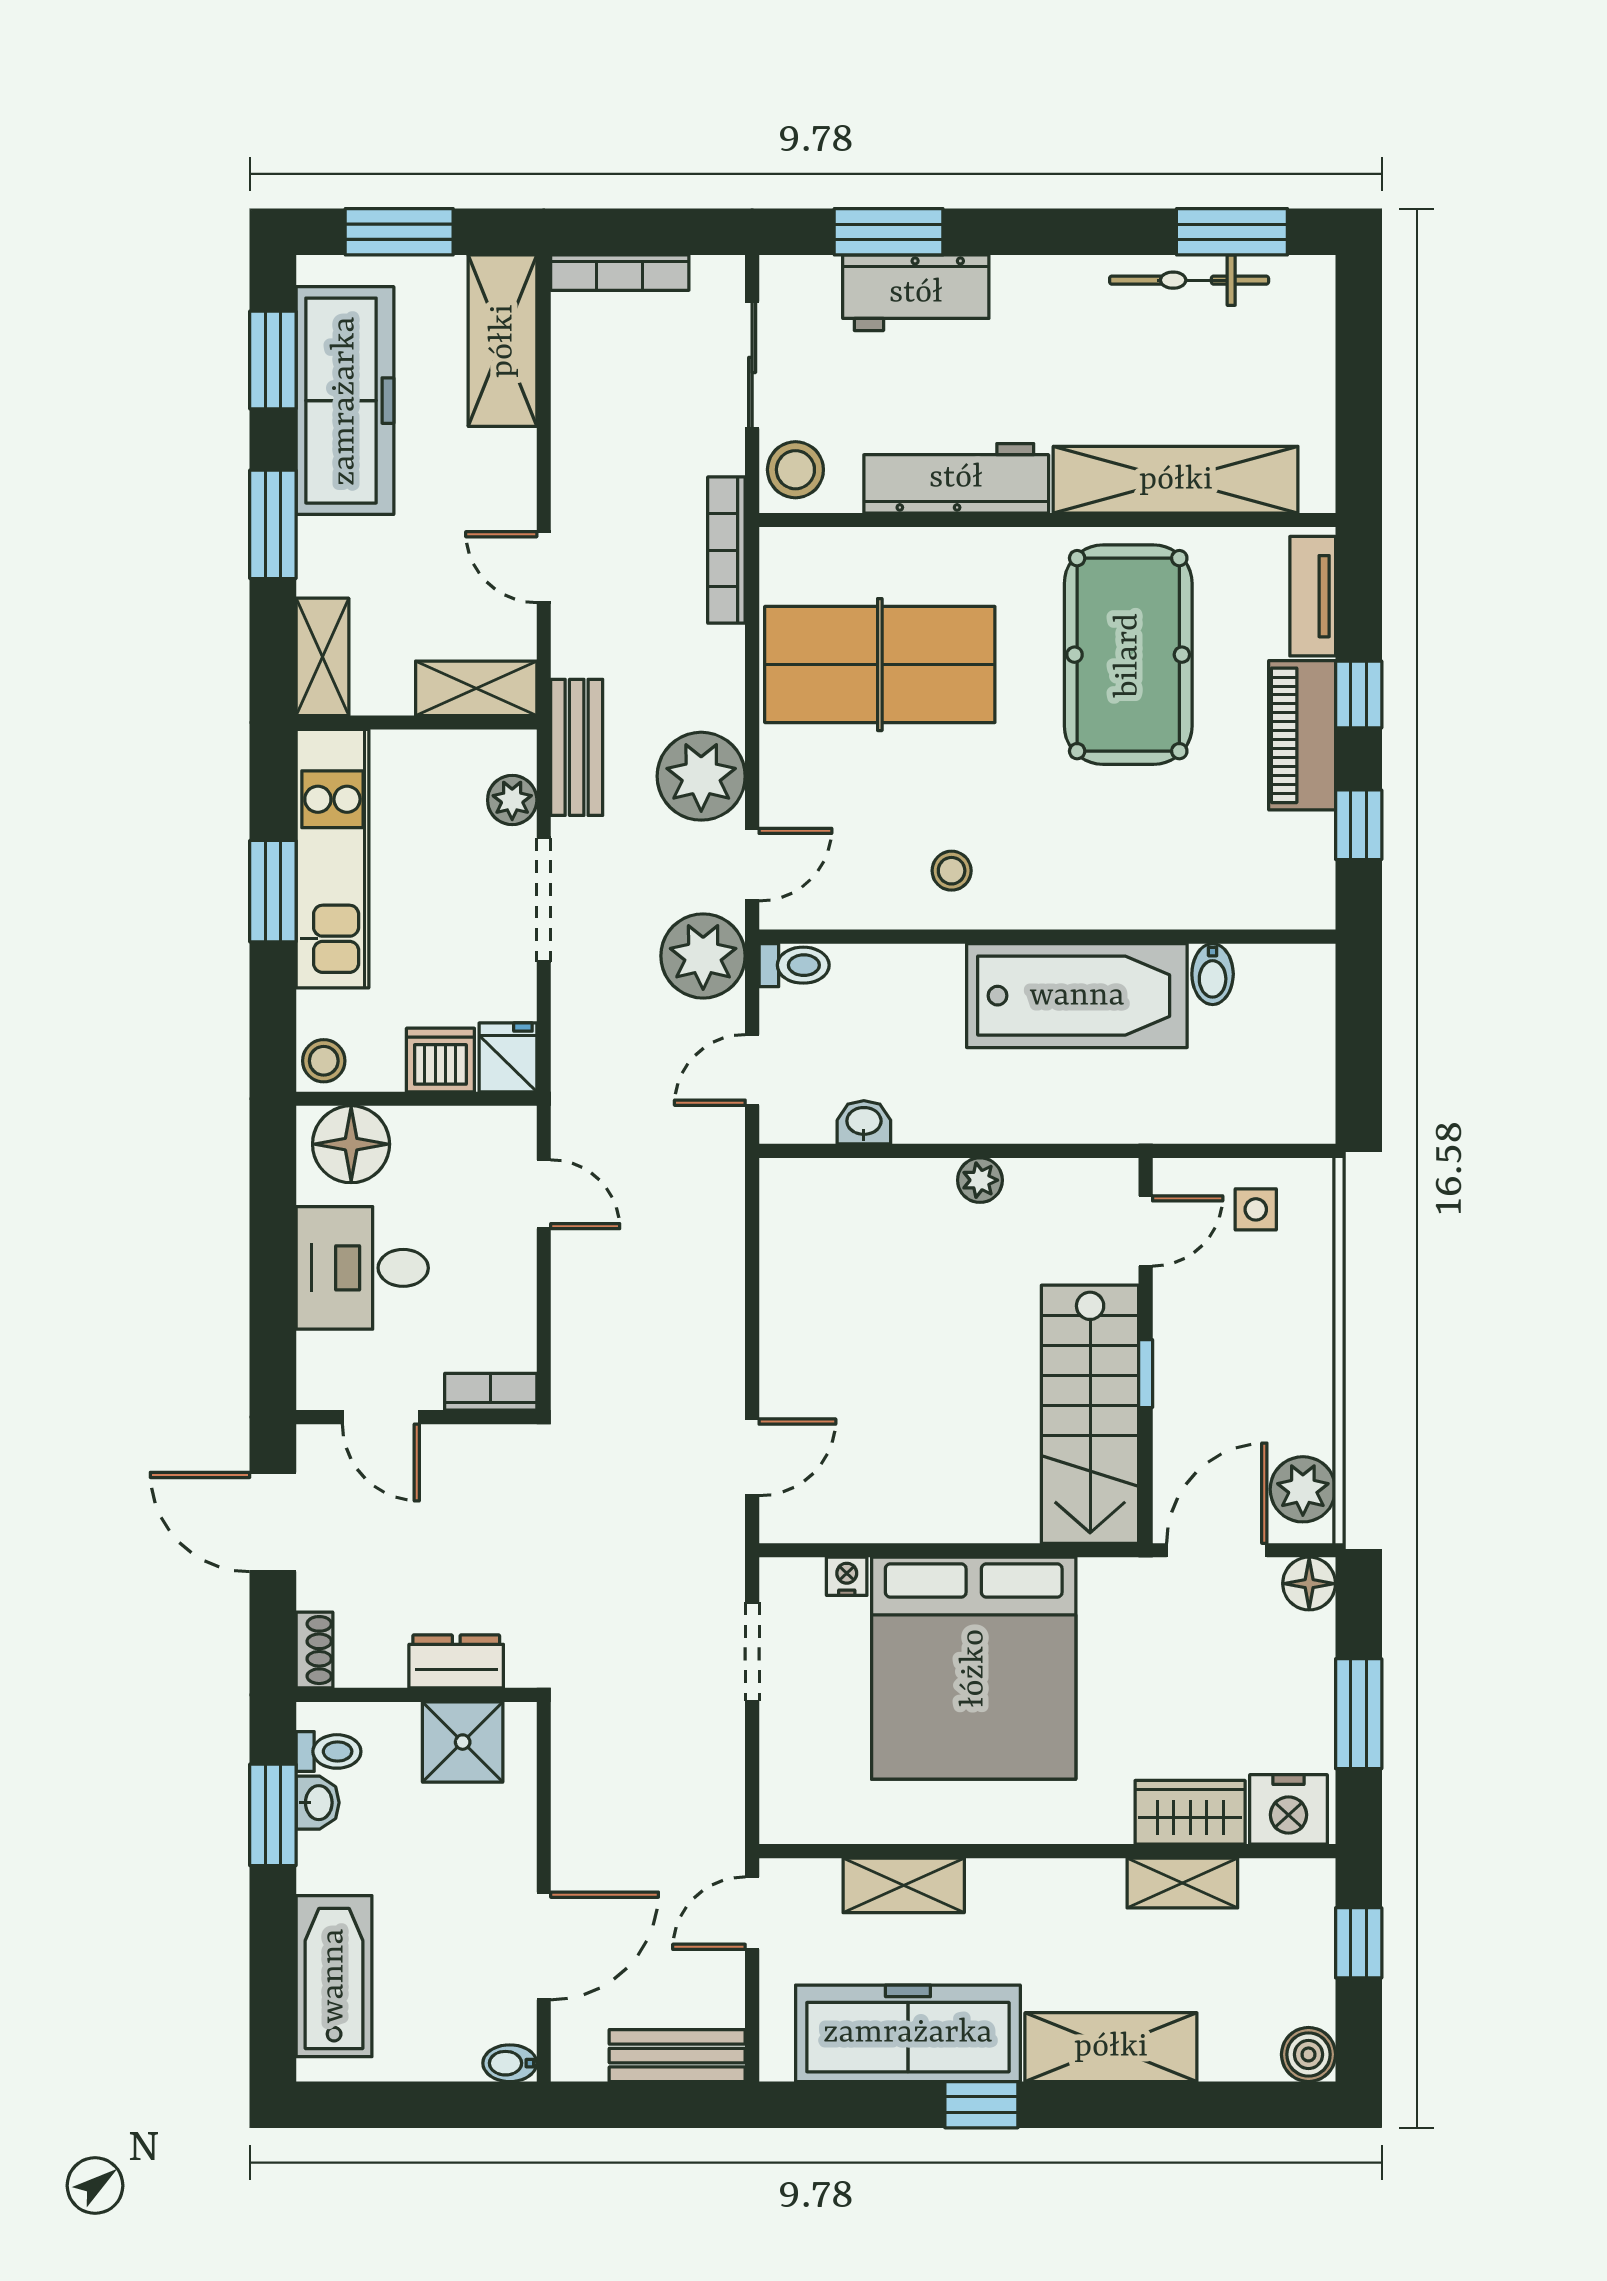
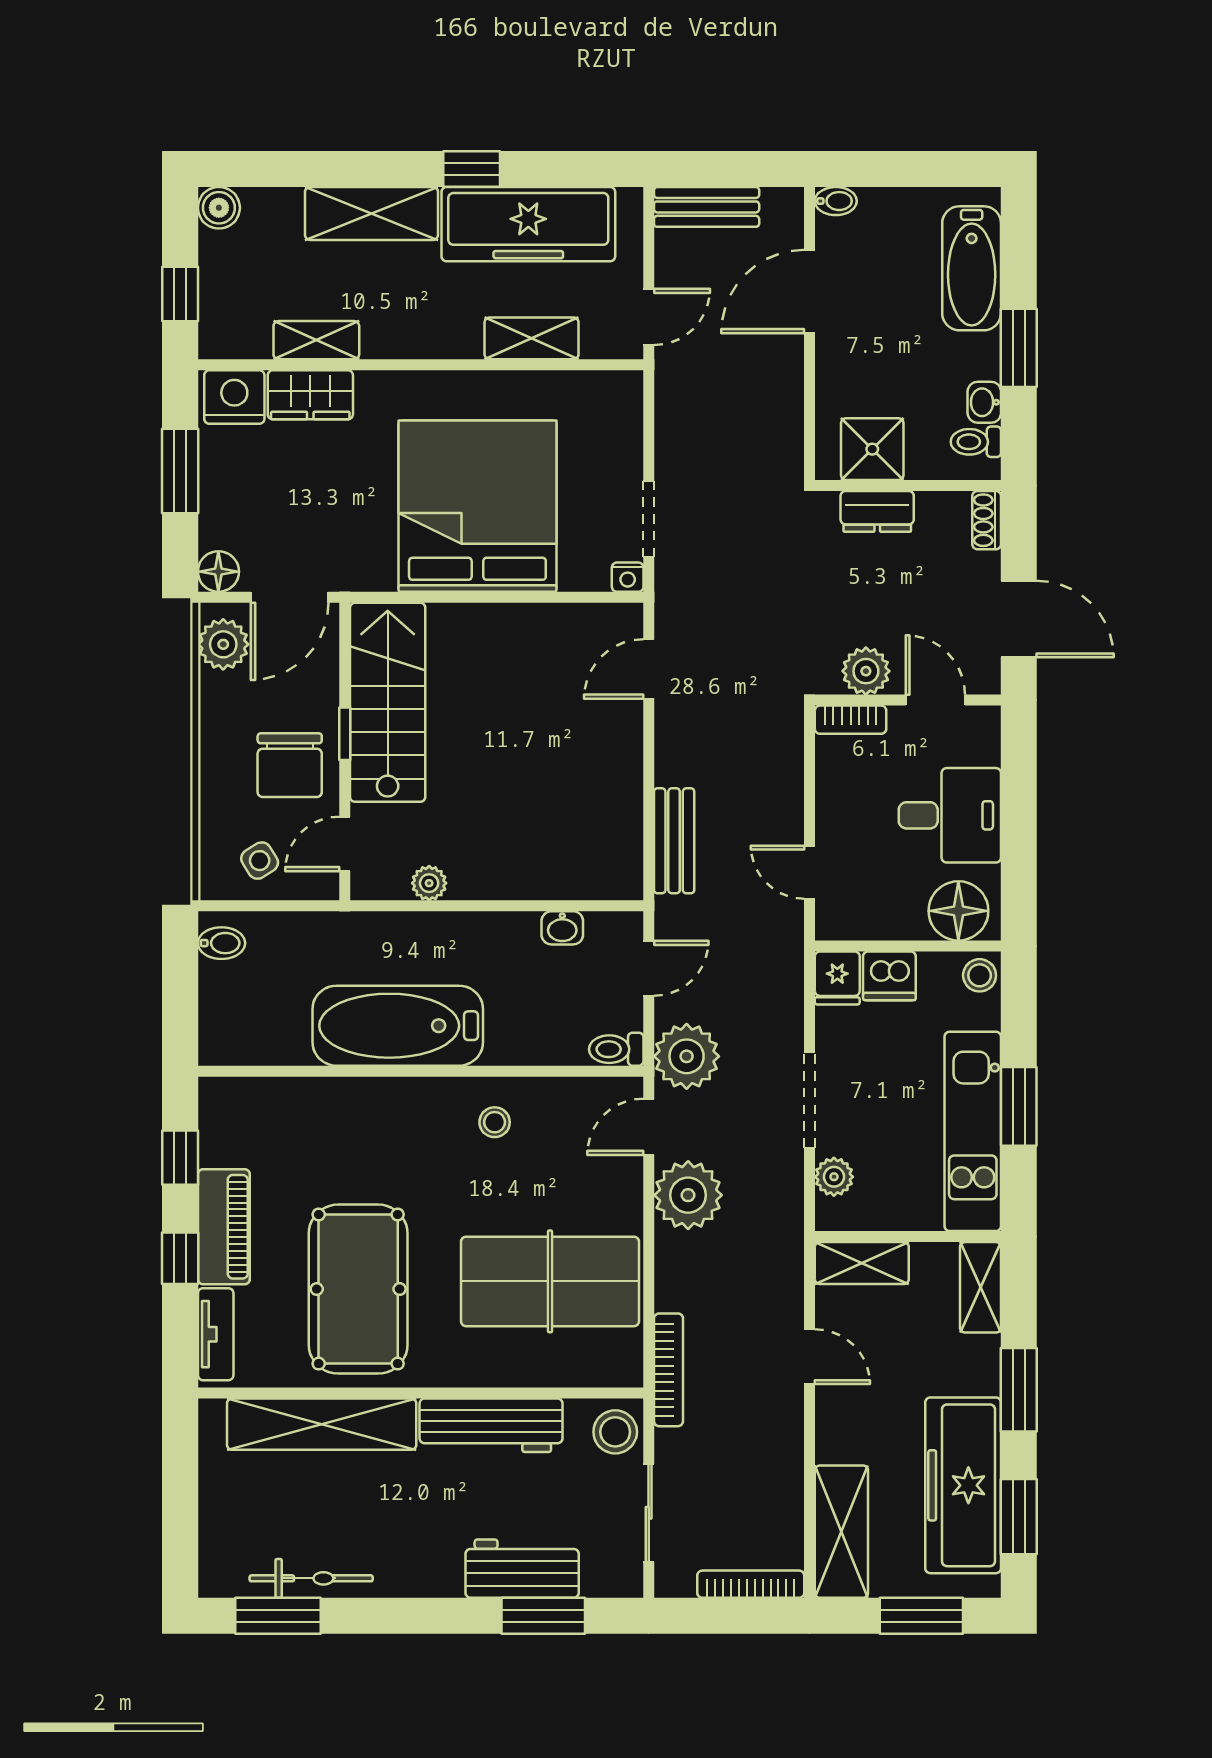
bench: (577, 747) -> (674, 841), moved
bidet: (1213, 974) -> (222, 943), moved, turned 90
plant: (980, 1180) -> (429, 883), moved
side table: (1256, 1209) -> (260, 861), turned -32
chair: (1217, 1333) -> (290, 765), added
plant: (471, 1455) -> (866, 671), added
nightstand: (847, 1576) -> (628, 577), moved
window: (273, 1815) -> (1019, 348), moved

